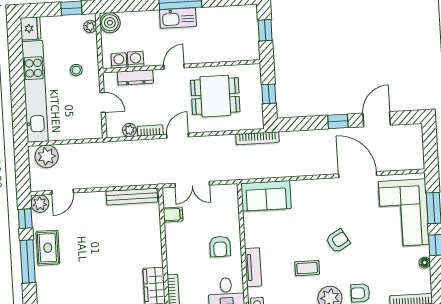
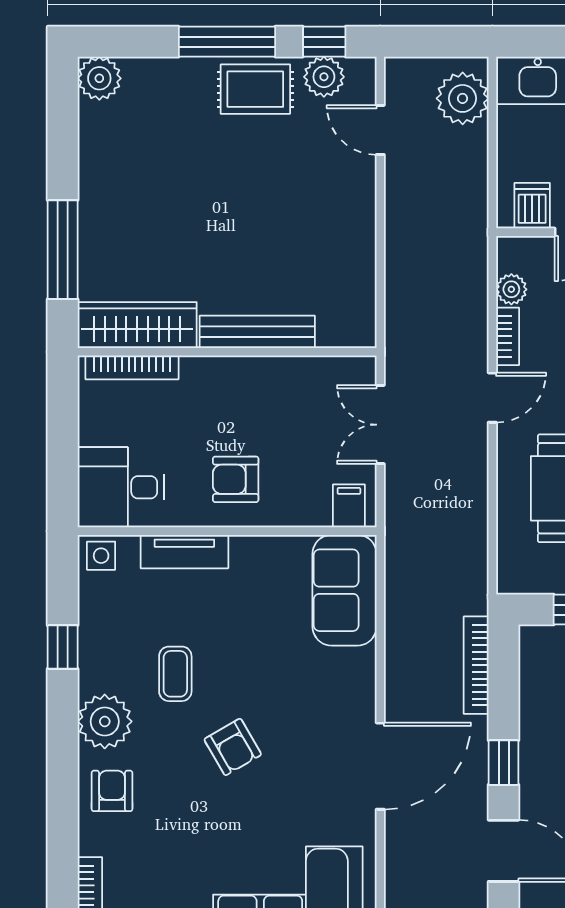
dishwasher: (92, 123) -> (532, 206), added
door: (178, 136) -> (492, 398), hinge flipped
bookcase: (257, 138) -> (476, 665), moved
door: (358, 175) -> (380, 766), moved
bench: (132, 197) -> (257, 332), moved, turned 90
plant: (40, 204) -> (324, 77), moved
filing cabinet: (173, 215) -> (349, 506), moved, turned 180

